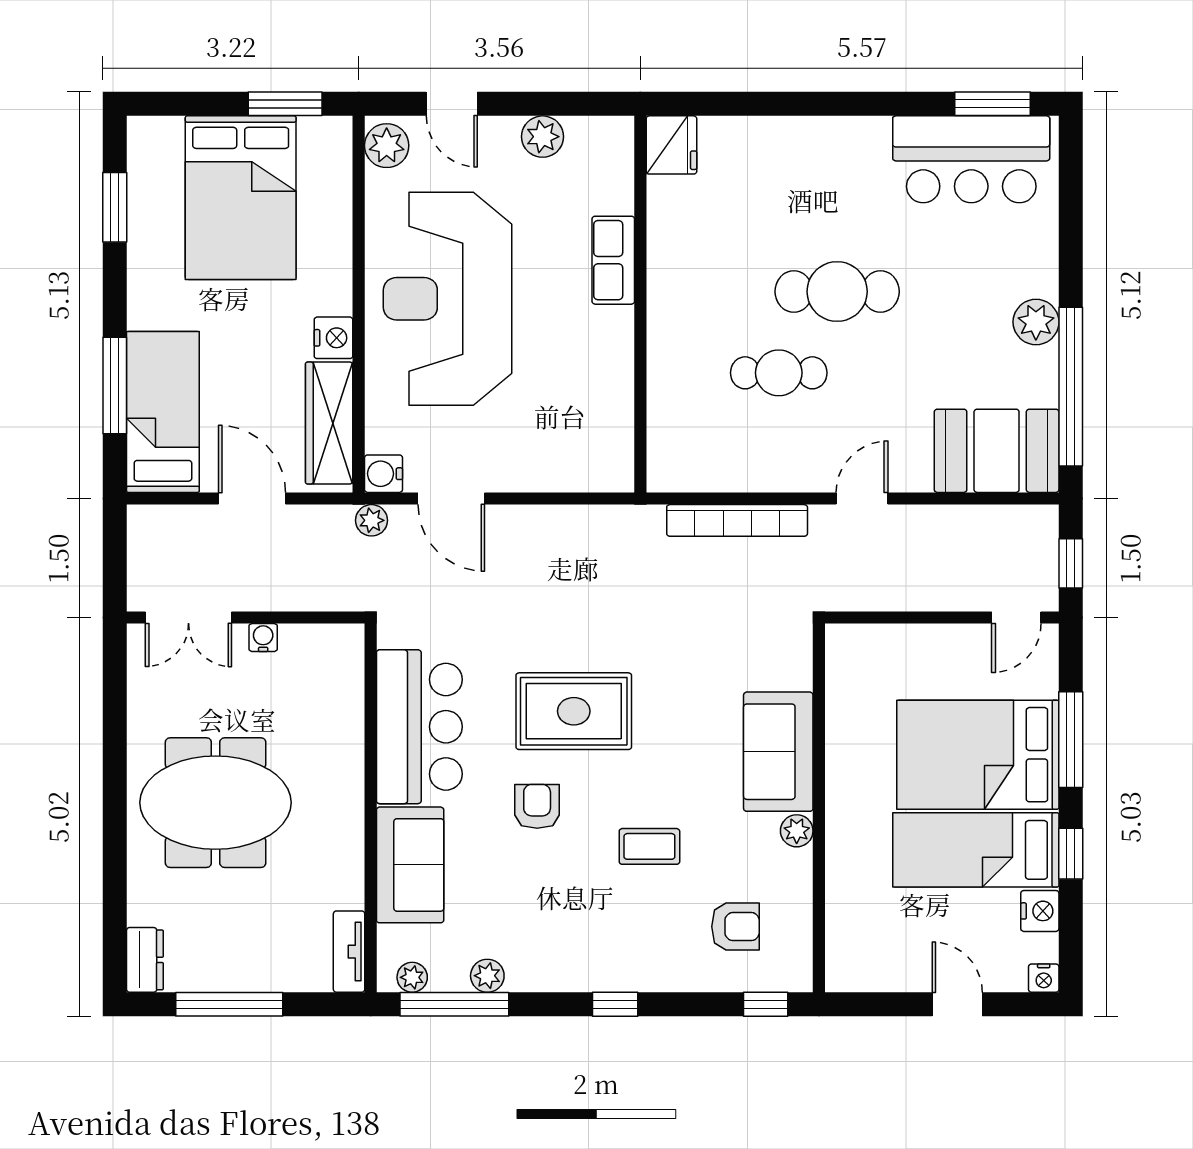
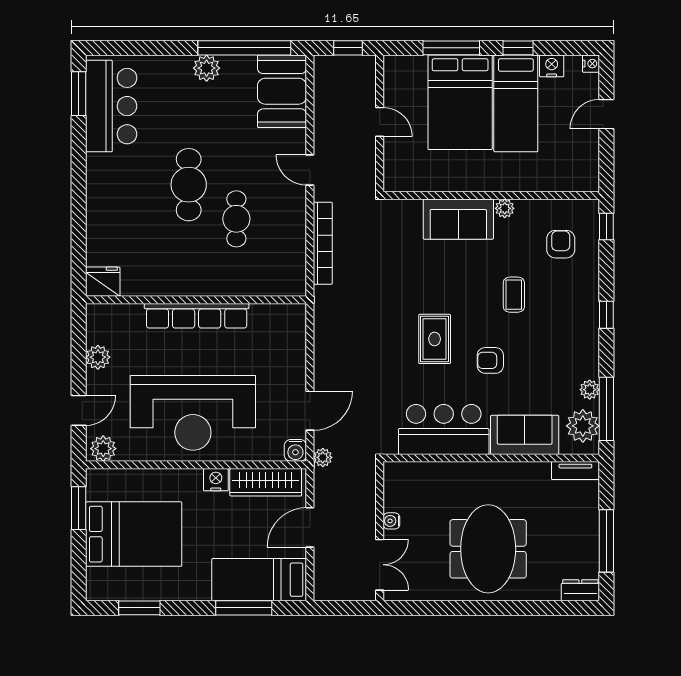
row of seats: (613, 260) -> (197, 316), width x2.02
door: (1016, 618) -> (380, 122), moved
rug: (574, 711) -> (435, 339), width x0.73, depth x0.70
plant: (412, 977) -> (583, 426), width x1.88, depth x1.88

